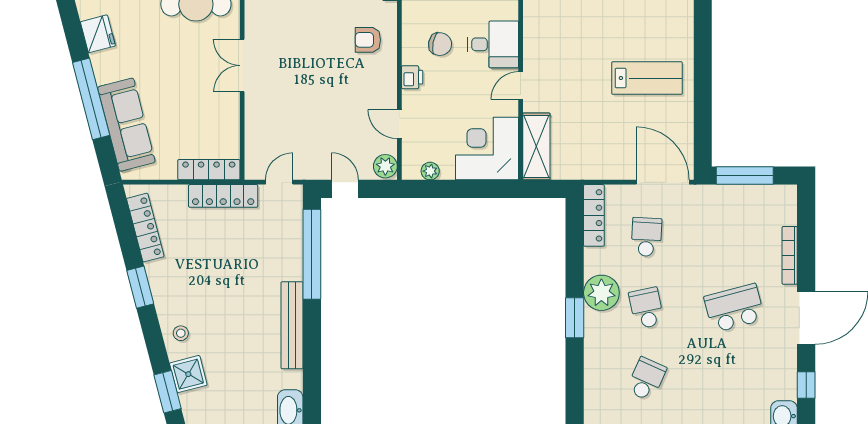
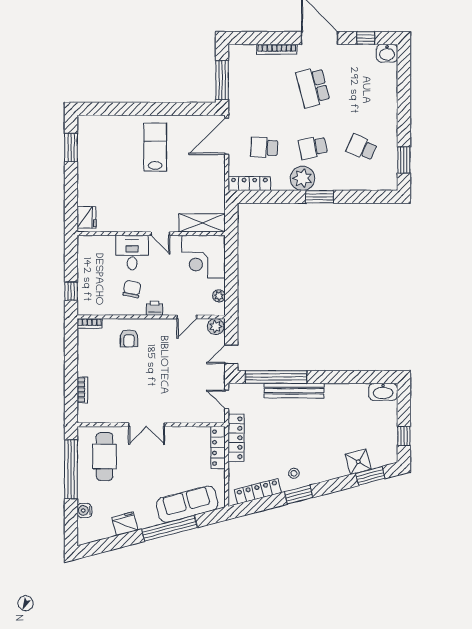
bench: (292, 325) -> (294, 391), moved
stool: (181, 333) -> (294, 473), moved

